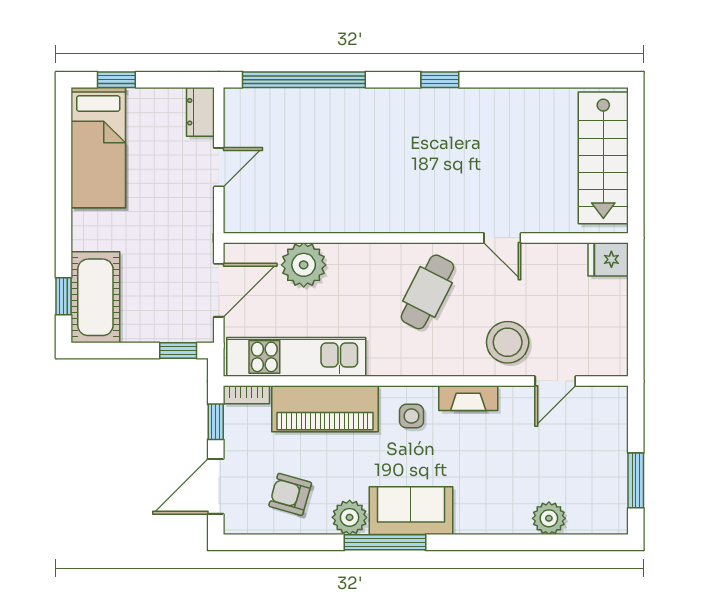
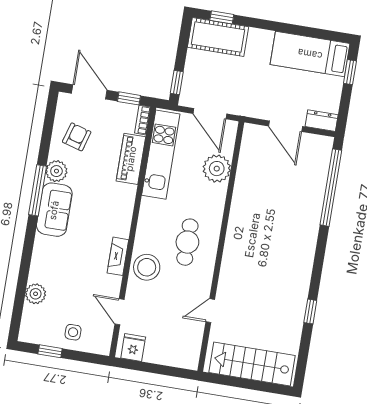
window: (440, 80) -> (310, 311), moved
door: (219, 167) -> (285, 126), width x1.38
door: (502, 238) -> (210, 311), moved
fridge: (608, 259) -> (133, 348), moved
cafe table: (427, 292) -> (187, 242), turned 63
stool: (508, 342) -> (147, 267), moved
piano: (325, 409) -> (131, 159), width x0.73, depth x0.75
side table: (411, 416) -> (73, 332), moved
window: (636, 480) -> (50, 351), width x0.67

